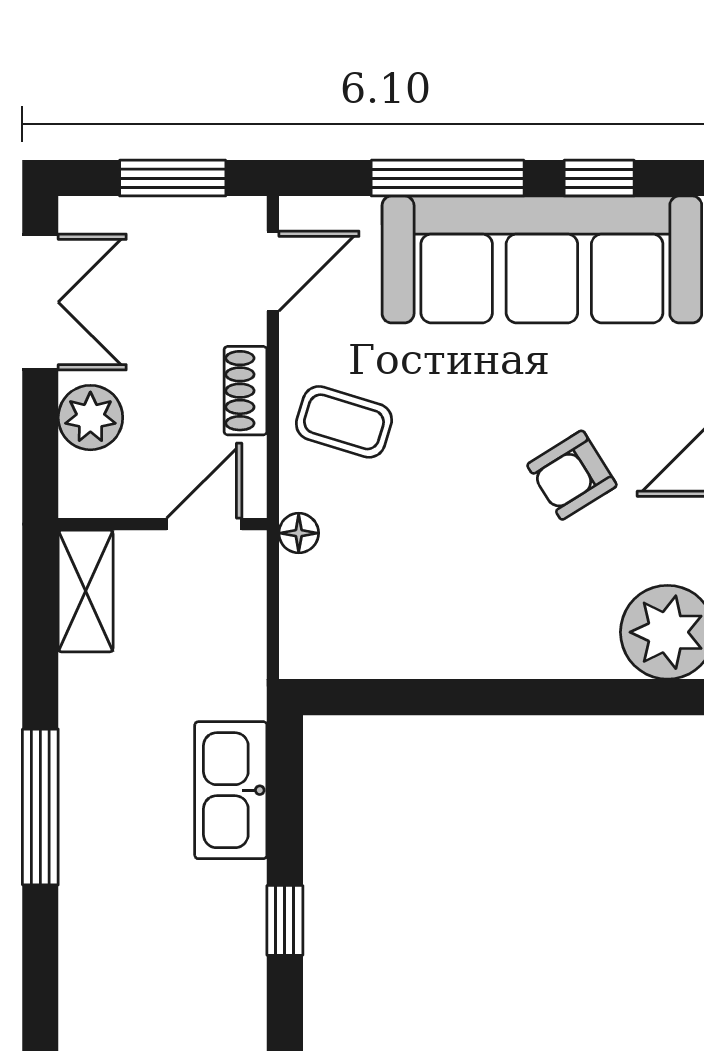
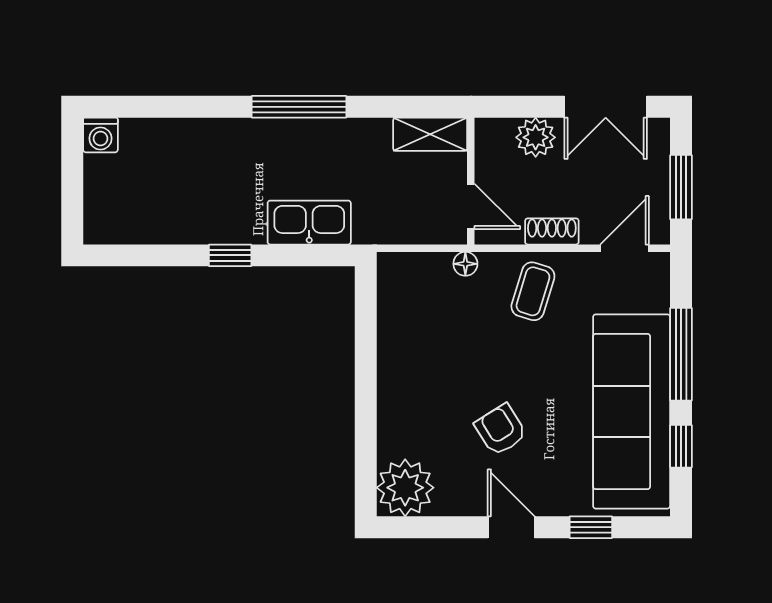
door: (273, 271) -> (624, 248), swing flipped

